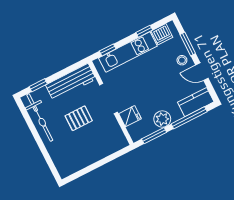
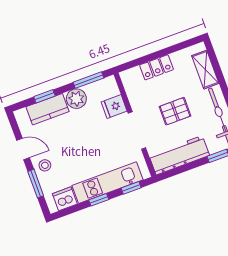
window: (144, 31) -> (99, 200), moved
kitchen counter: (196, 102) -> (47, 109), moved
window: (189, 118) -> (44, 96), width x0.46
locker: (98, 153) -> (156, 67), added
shelving: (57, 156) -> (205, 70), added

